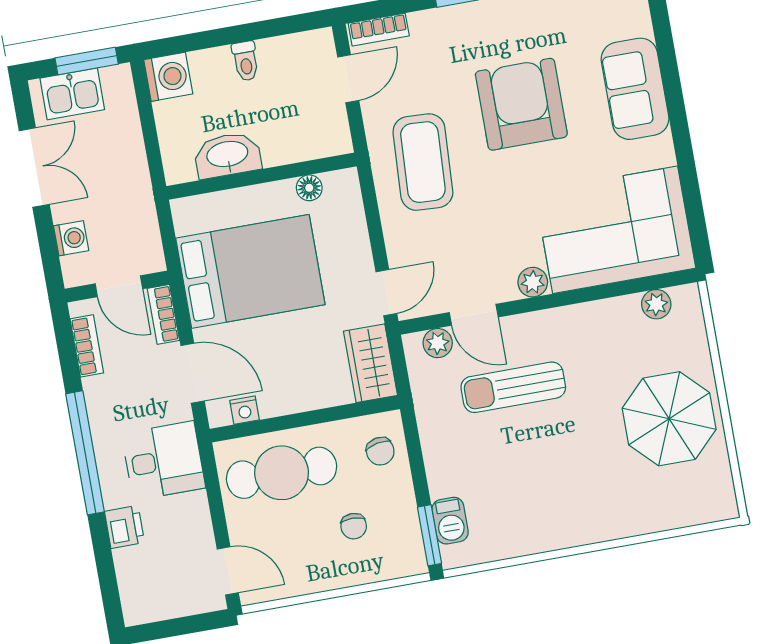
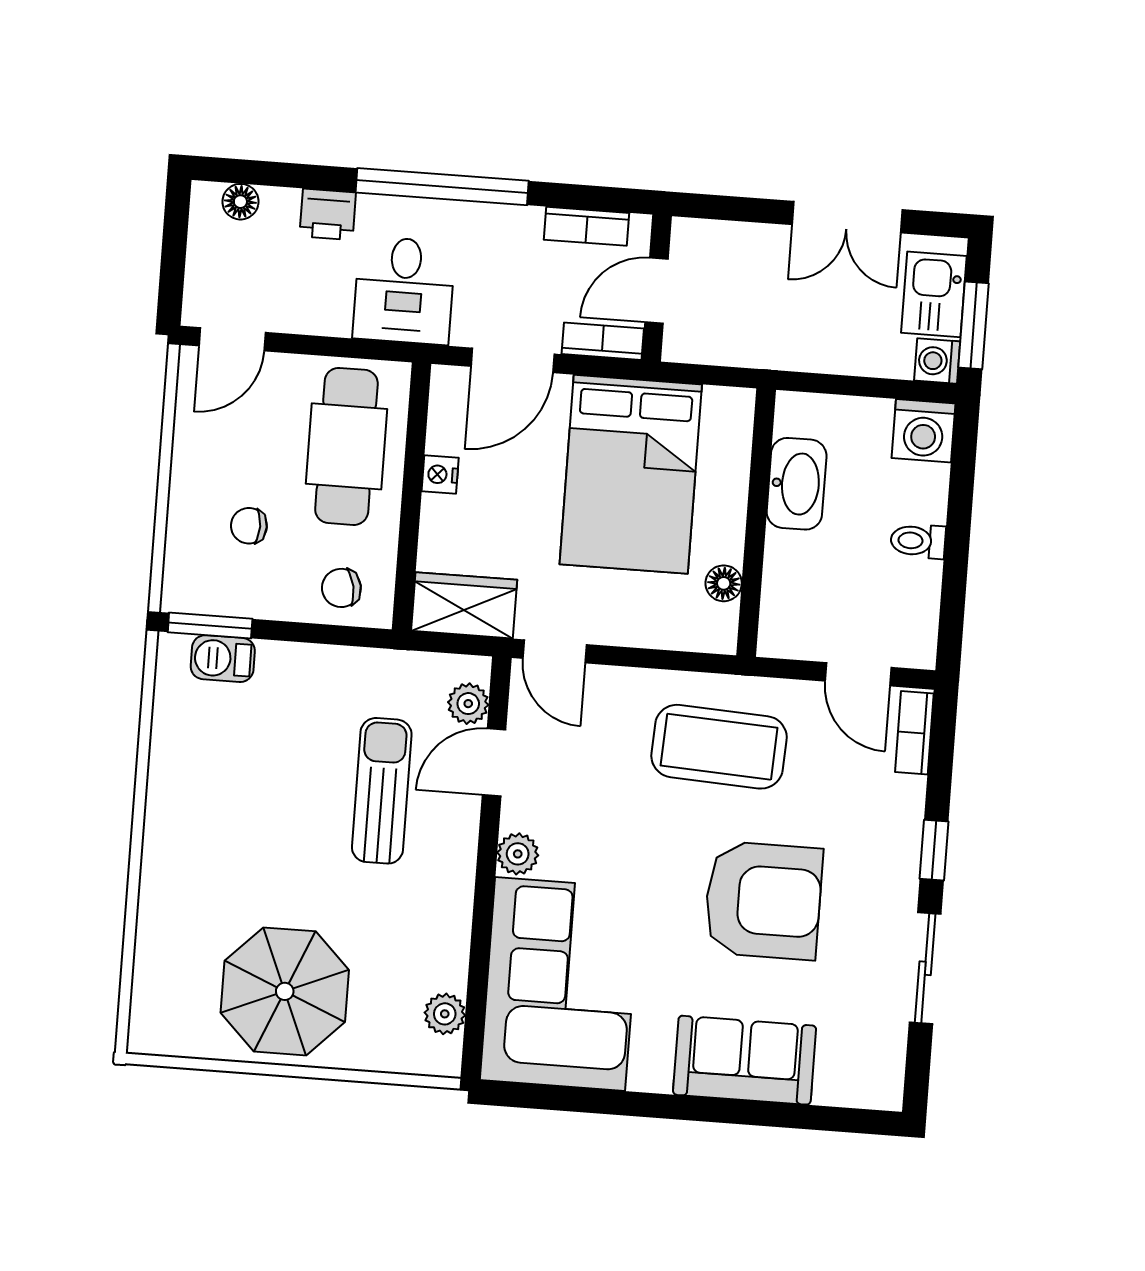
washing machine: (71, 238) -> (937, 361), moved, turned 90
nightstand: (245, 410) -> (440, 474), moved
floor lamp: (131, 589) -> (240, 202), added

